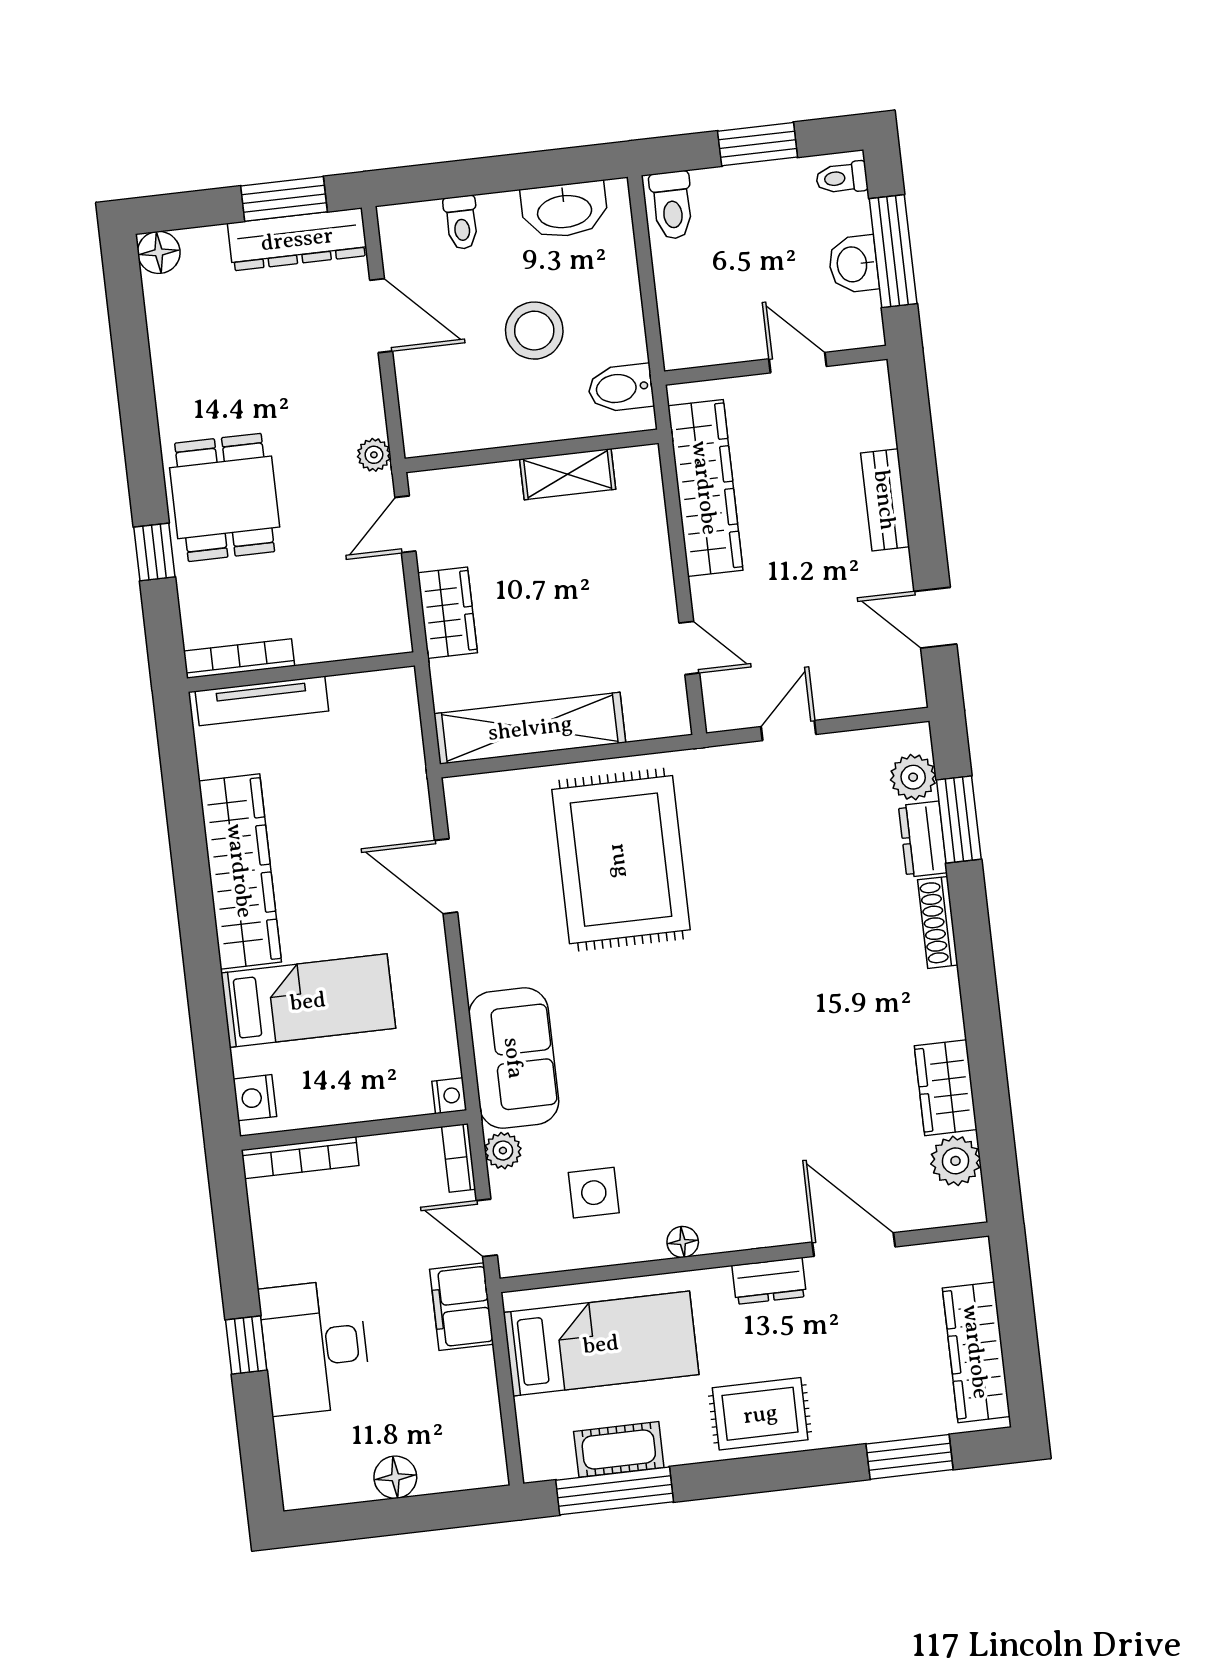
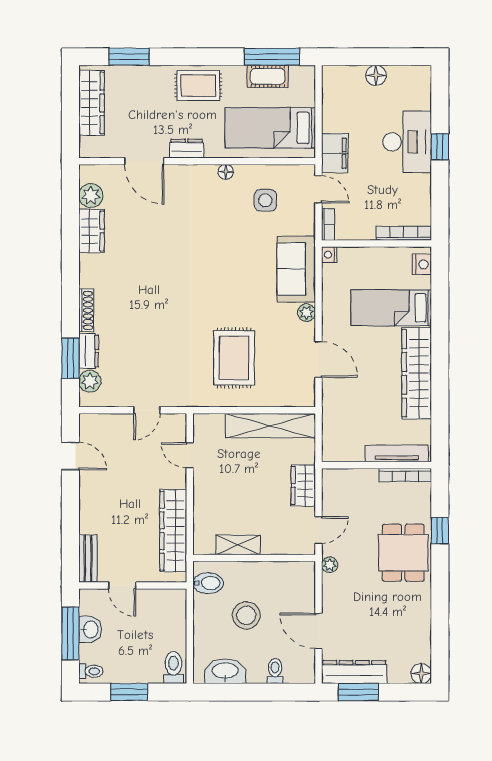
bench: (885, 500) -> (88, 559), moved
rug: (621, 860) -> (234, 358), width x0.73, depth x0.69
plant: (503, 1151) -> (306, 313), moved

